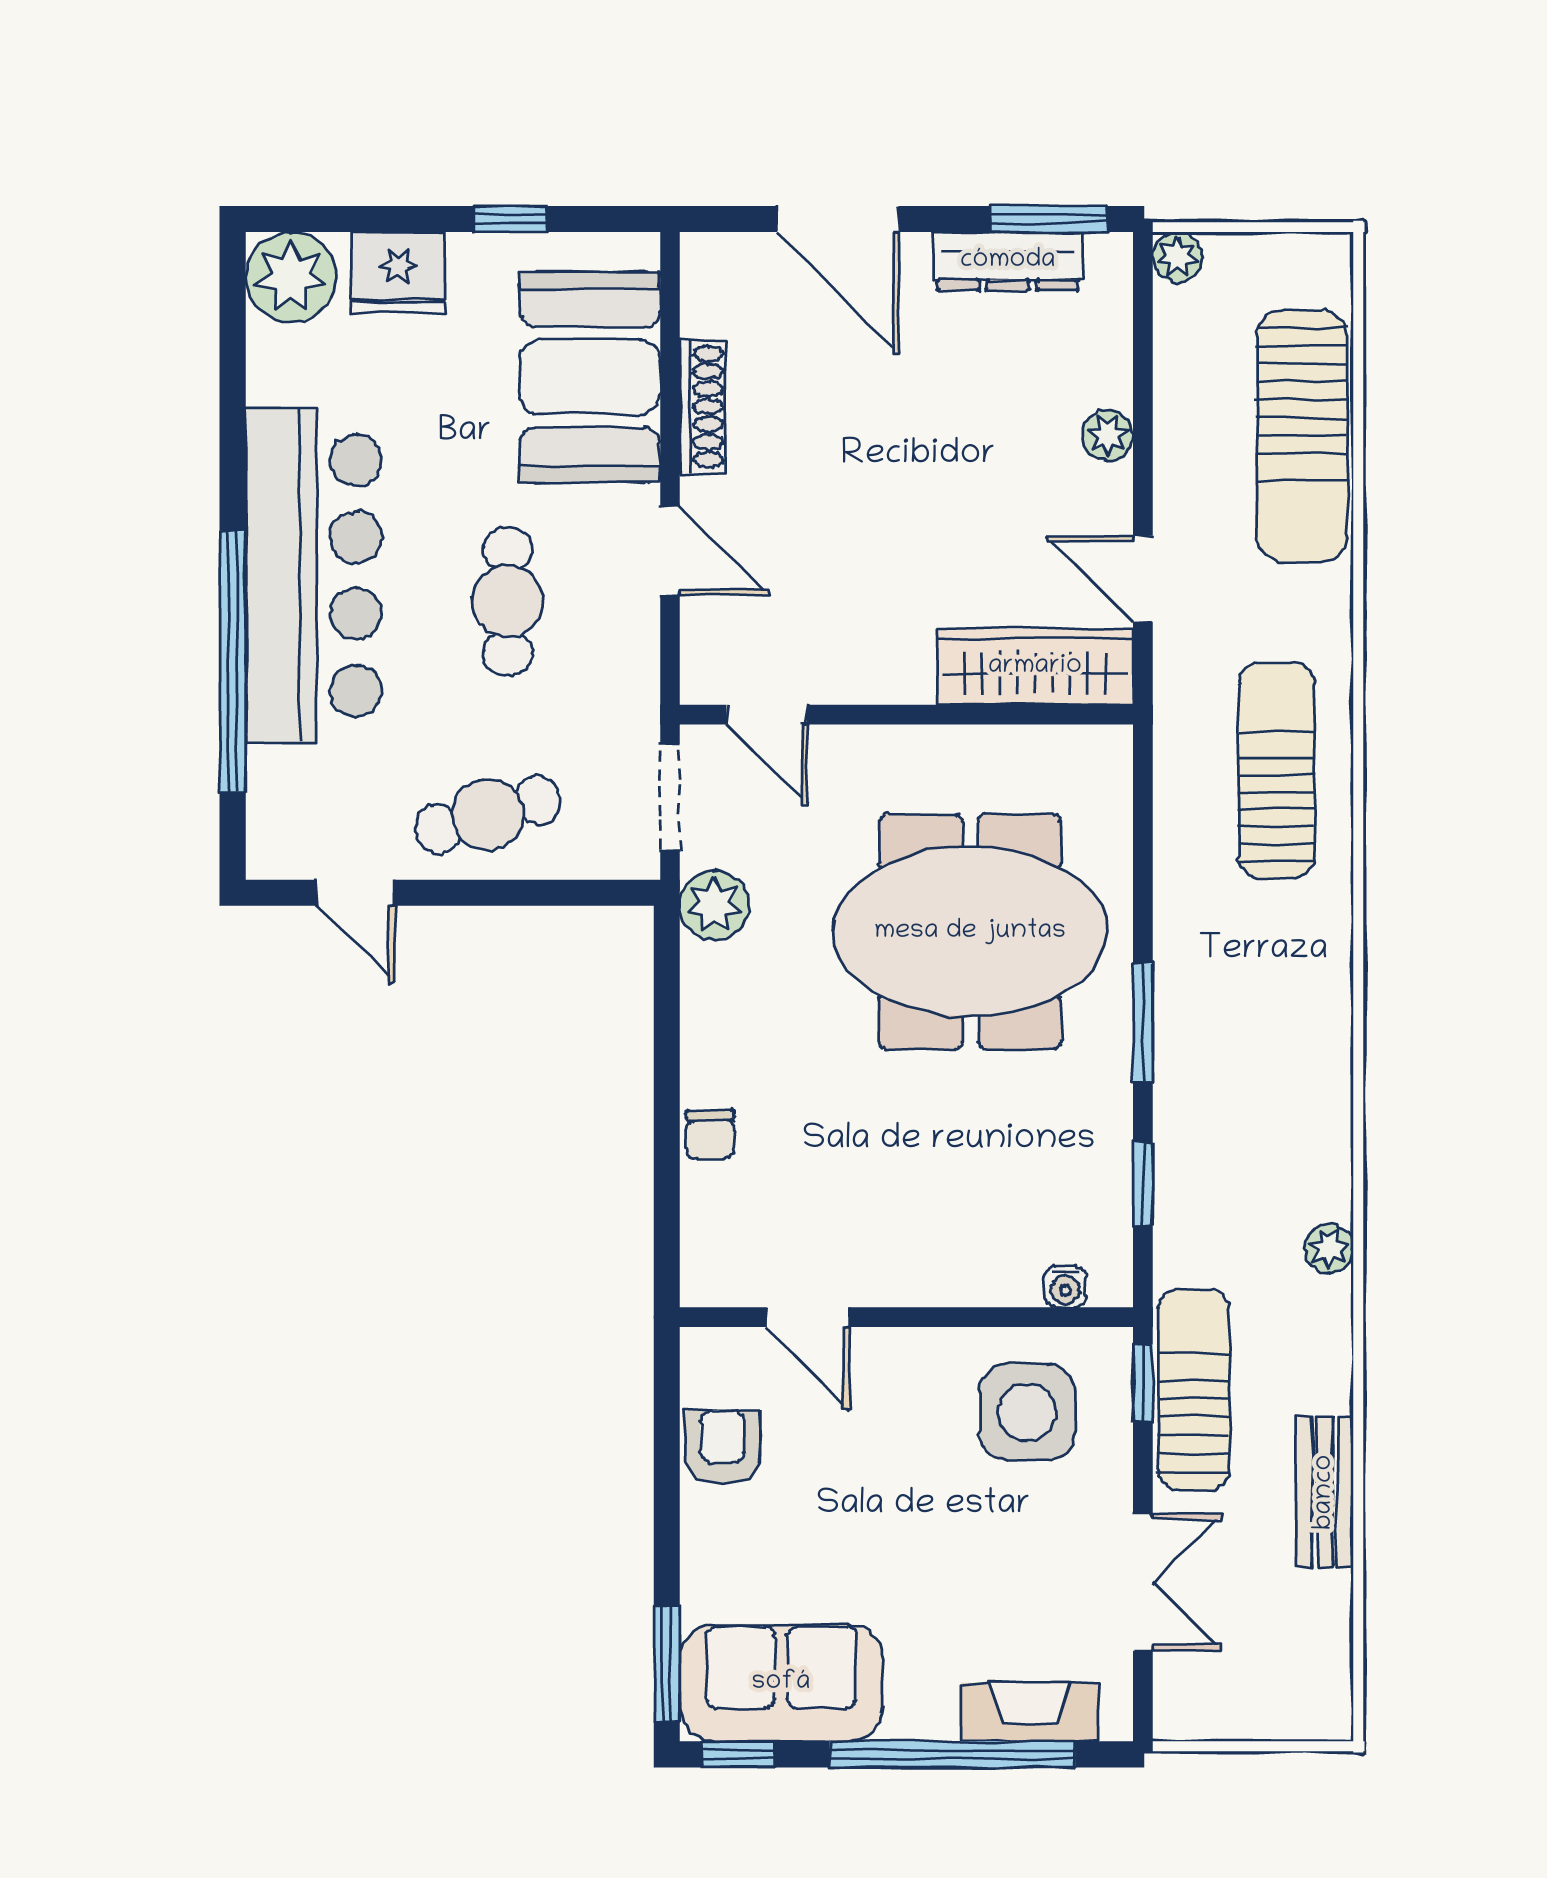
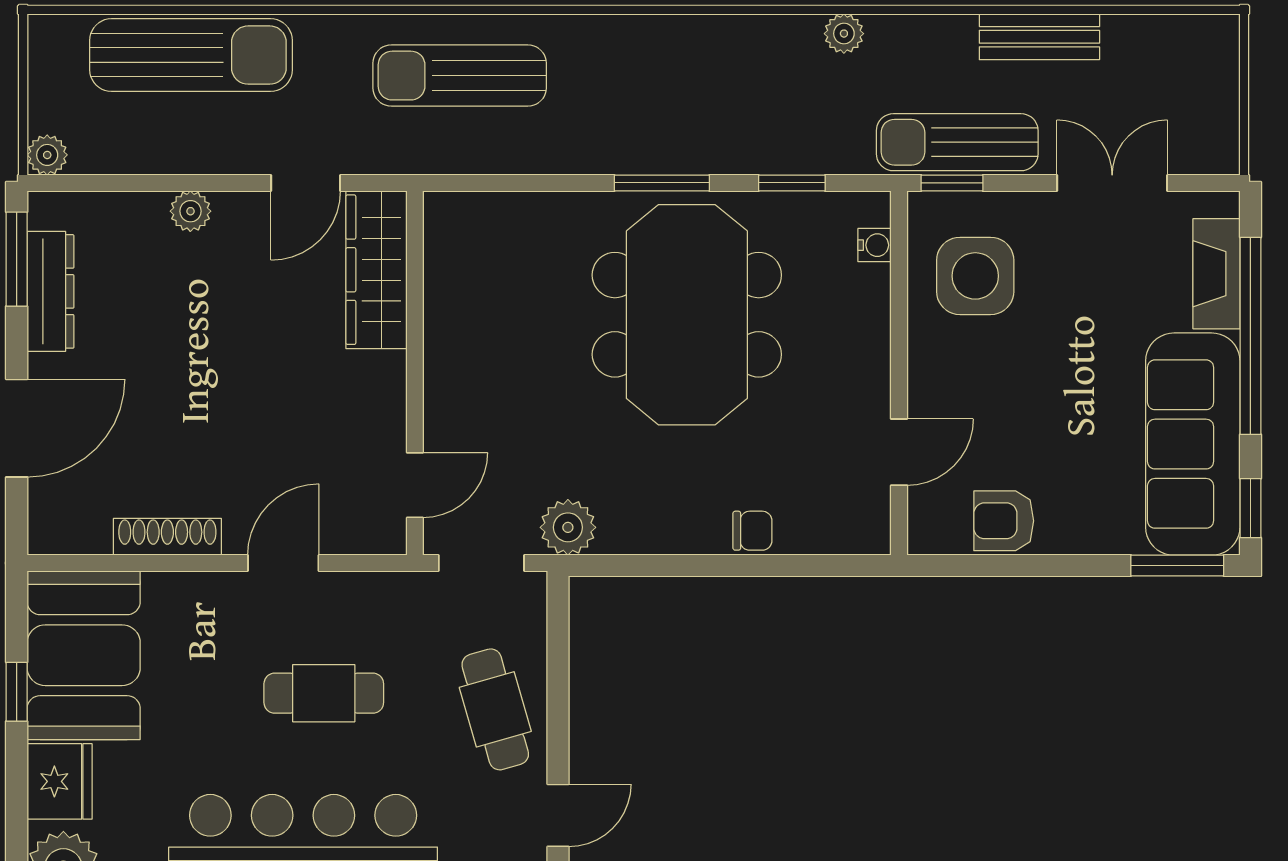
booth: (590, 377) -> (84, 655), moved, turned 90
meeting table: (970, 932) -> (687, 315), moved
sofa: (781, 1683) -> (1193, 444), width x1.36

